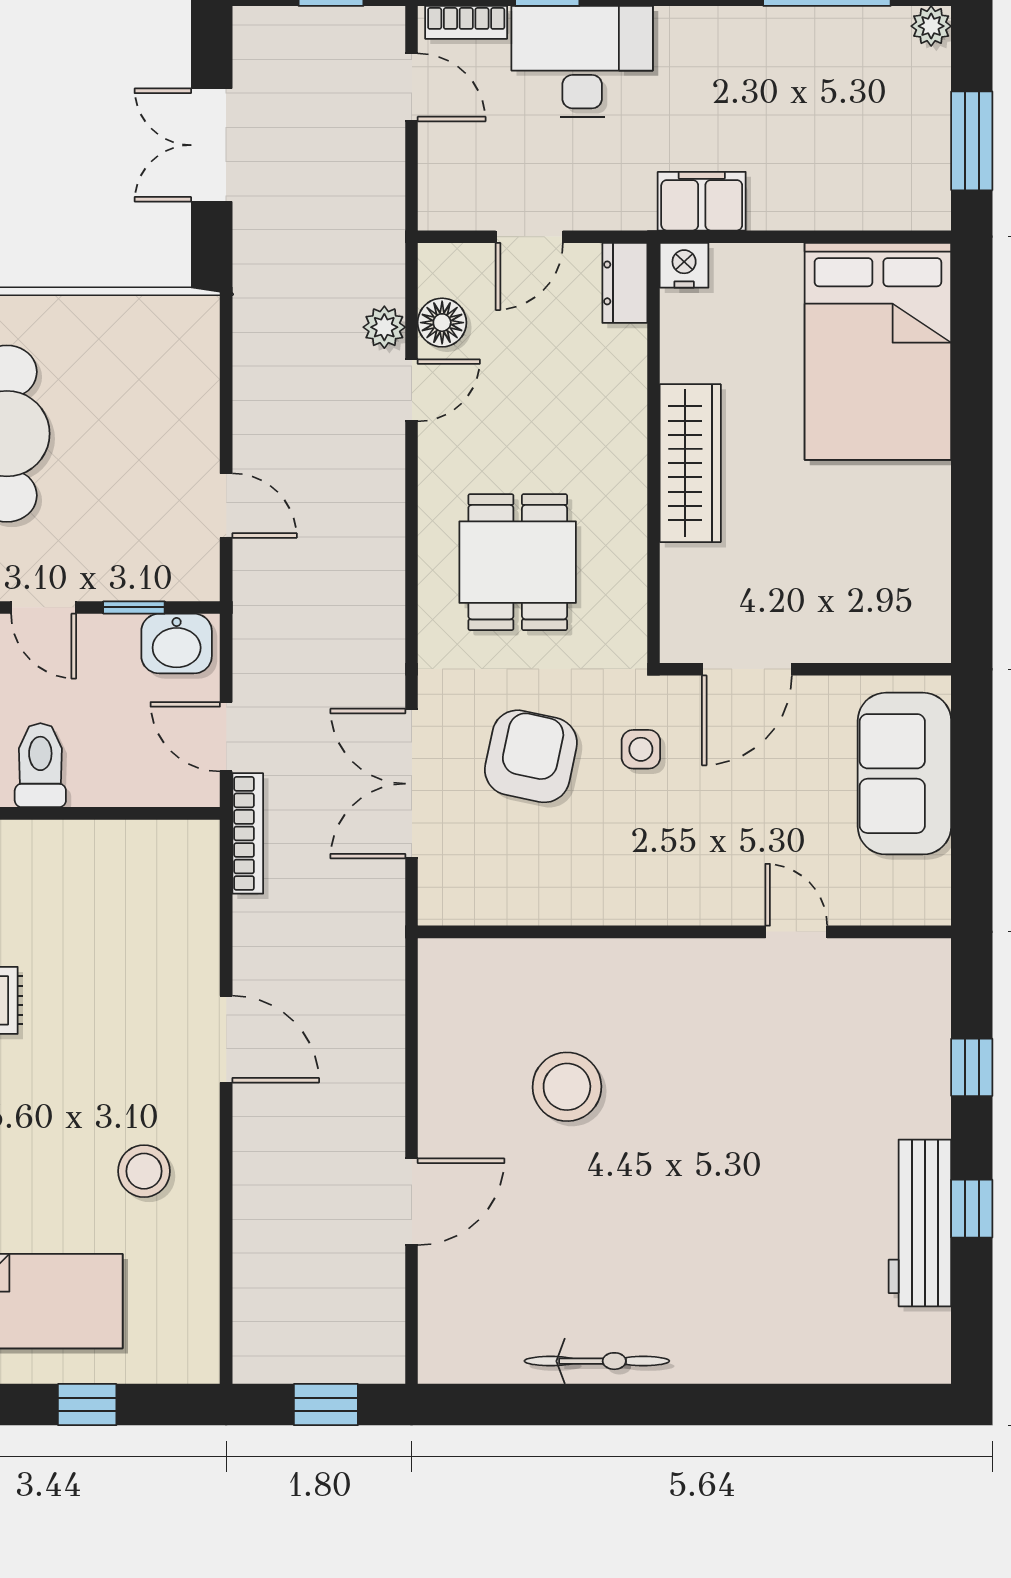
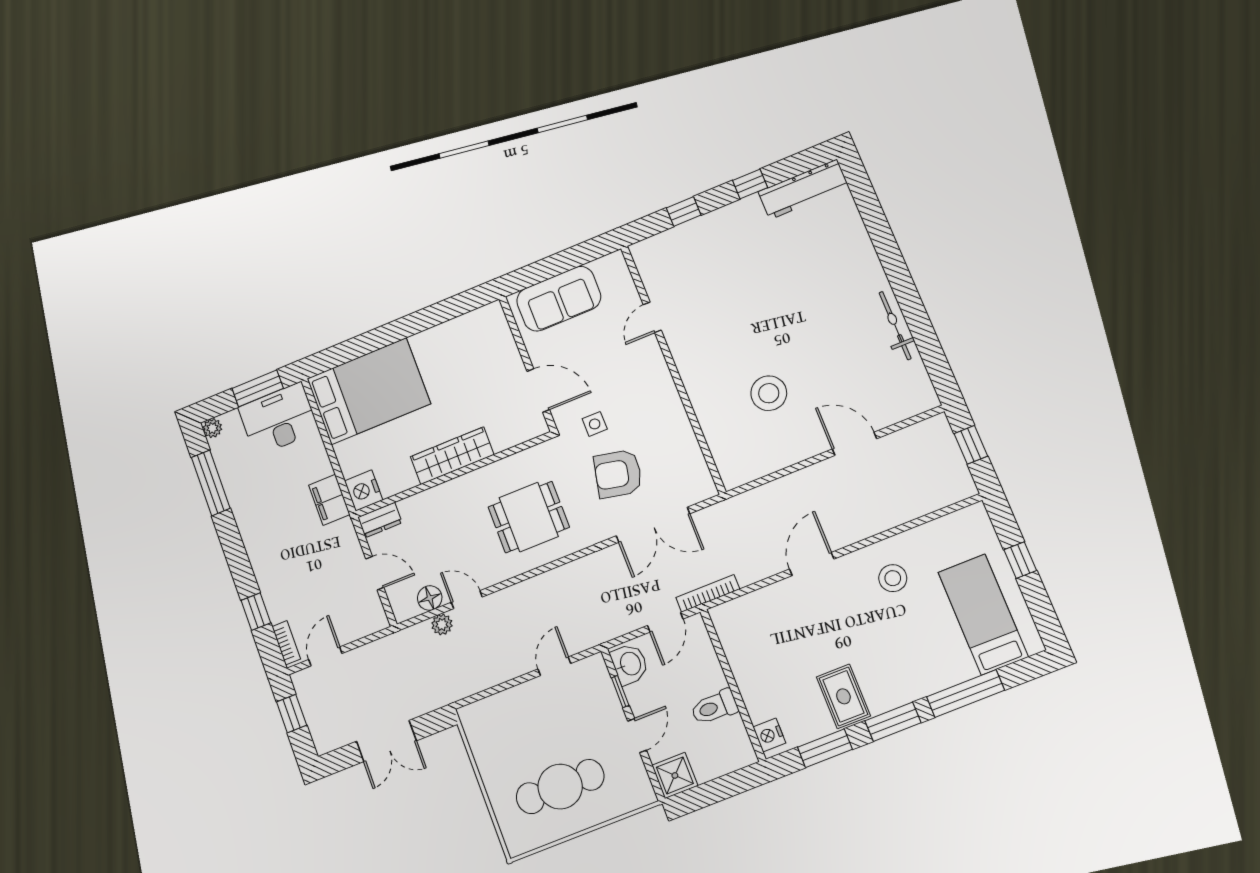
desk: (582, 62) -> (279, 419), moved, turned 90
nightstand: (684, 265) -> (364, 490), width x1.36, depth x1.33
workbench: (920, 1223) -> (803, 189), moved

